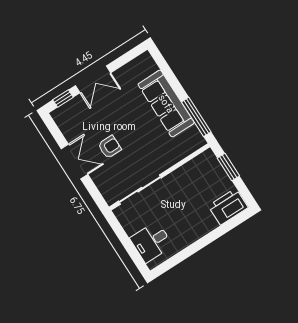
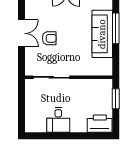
window: (196, 117) -> (116, 28), moved
desk: (151, 242) -> (58, 120), moved, turned -90

